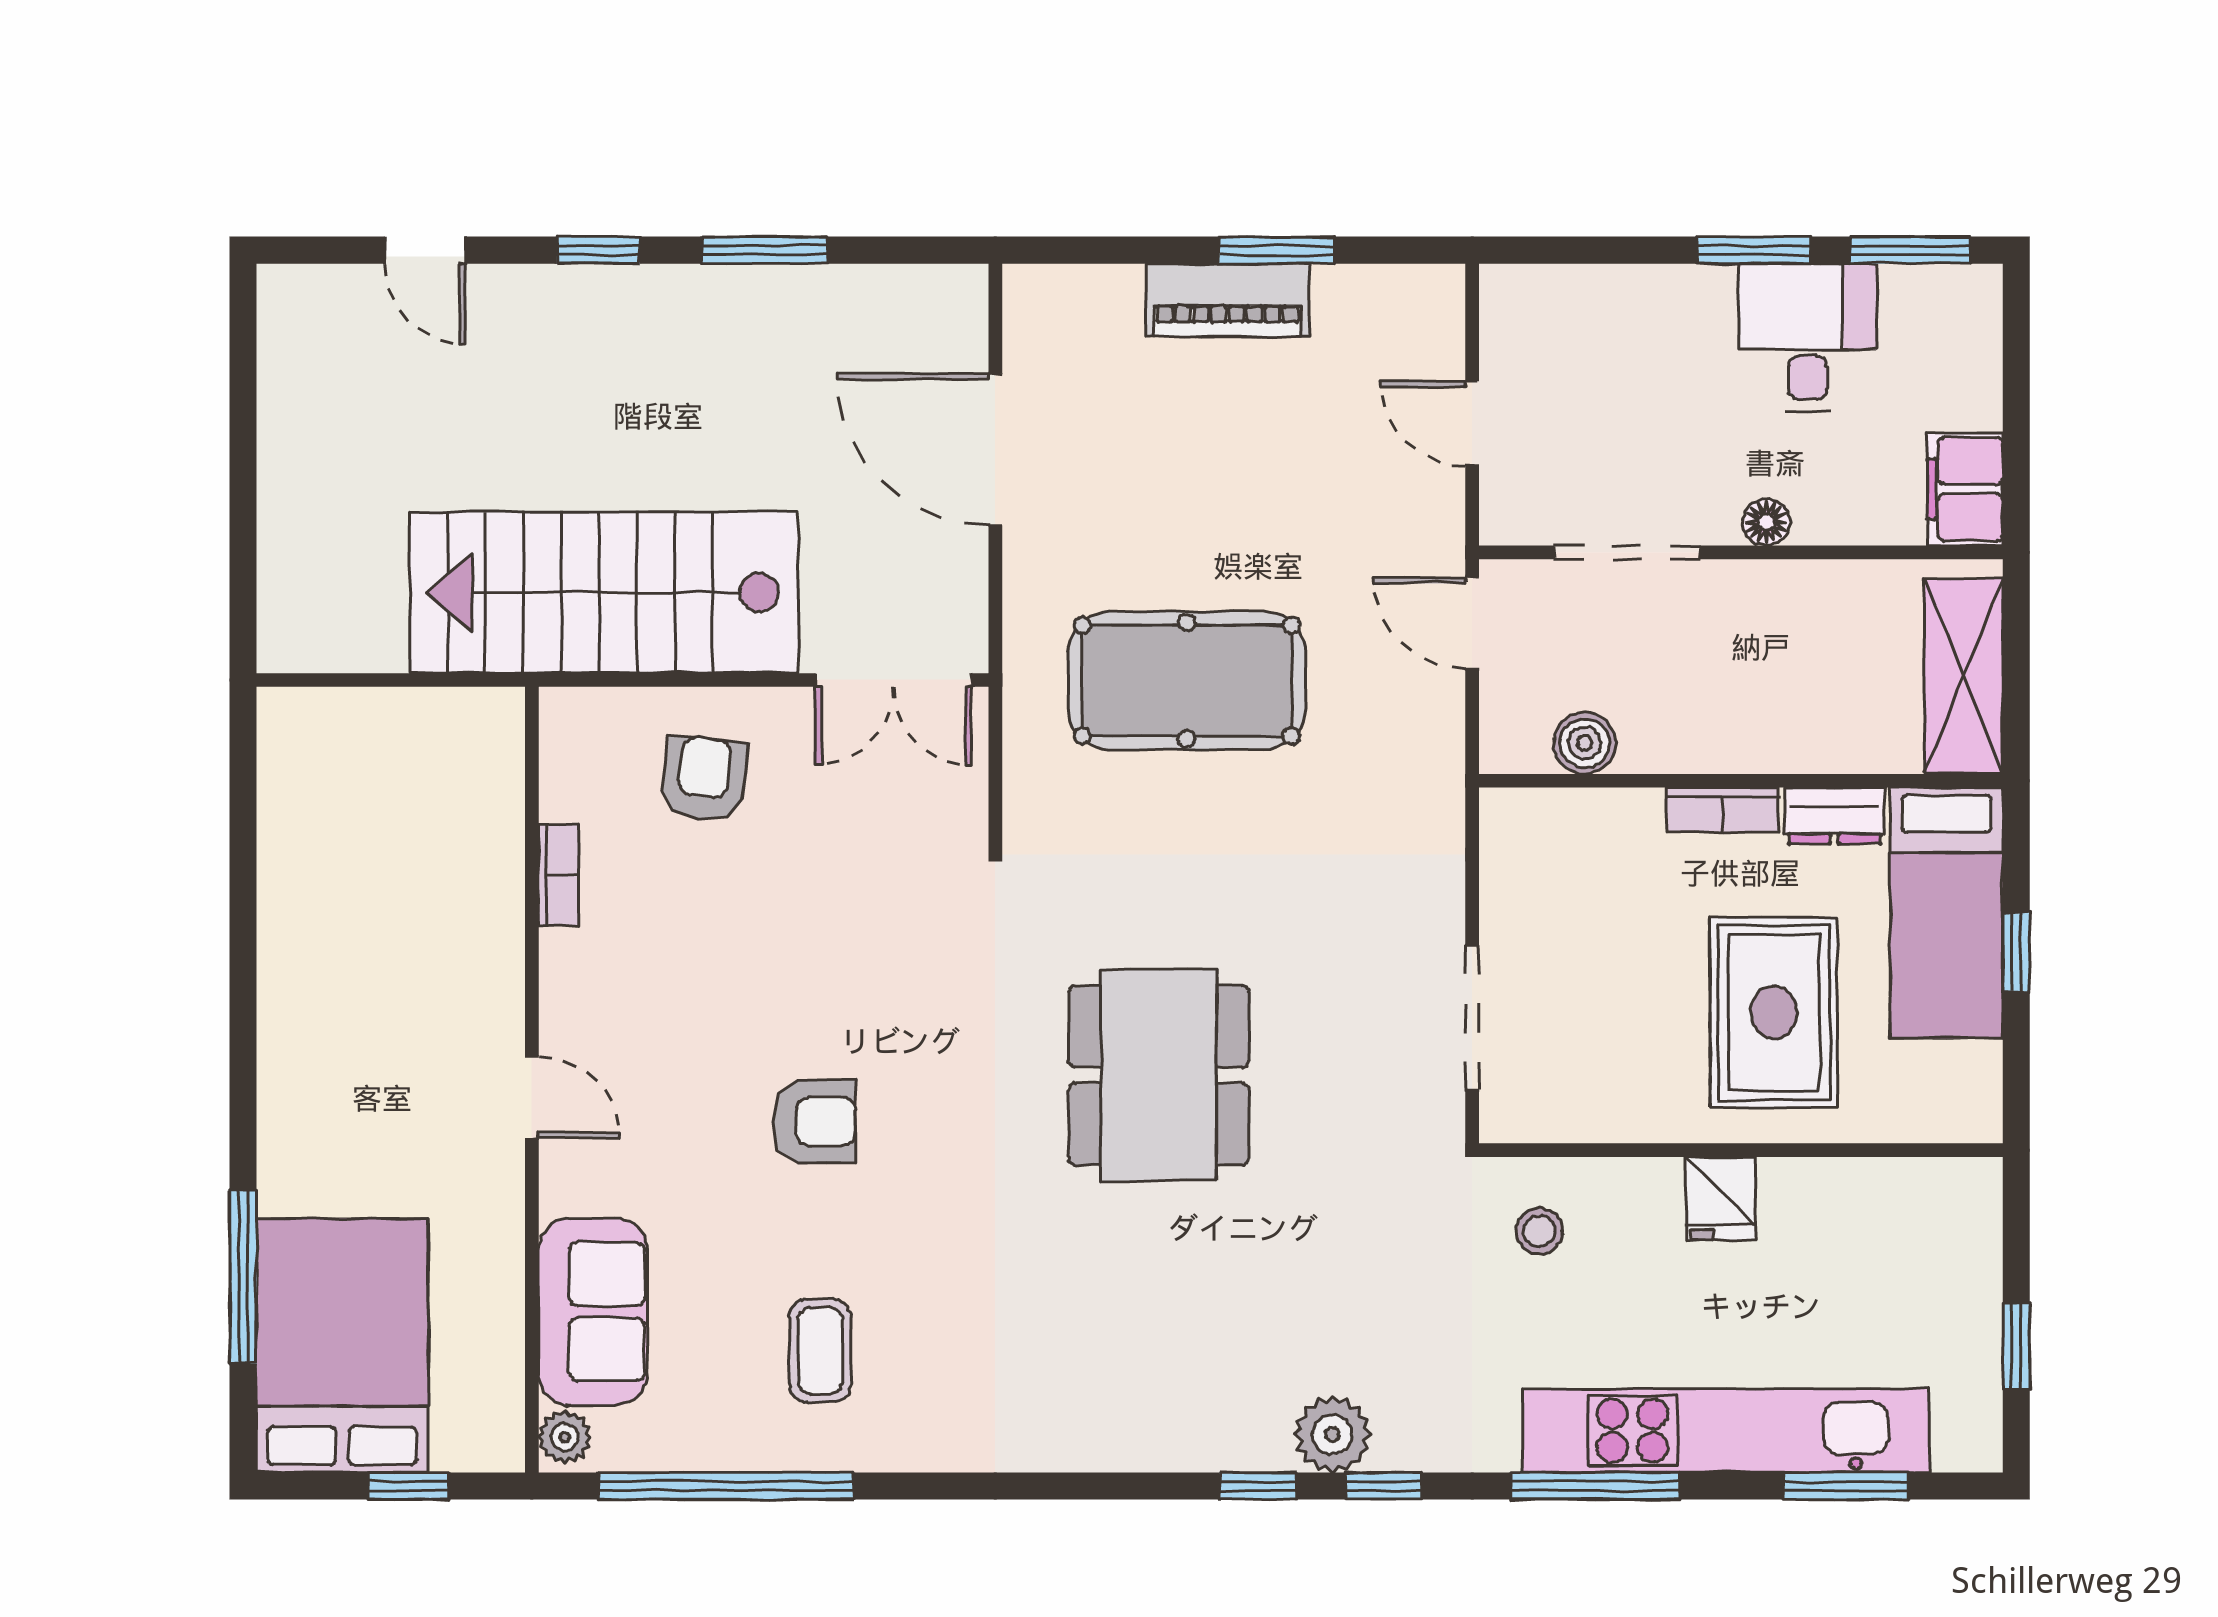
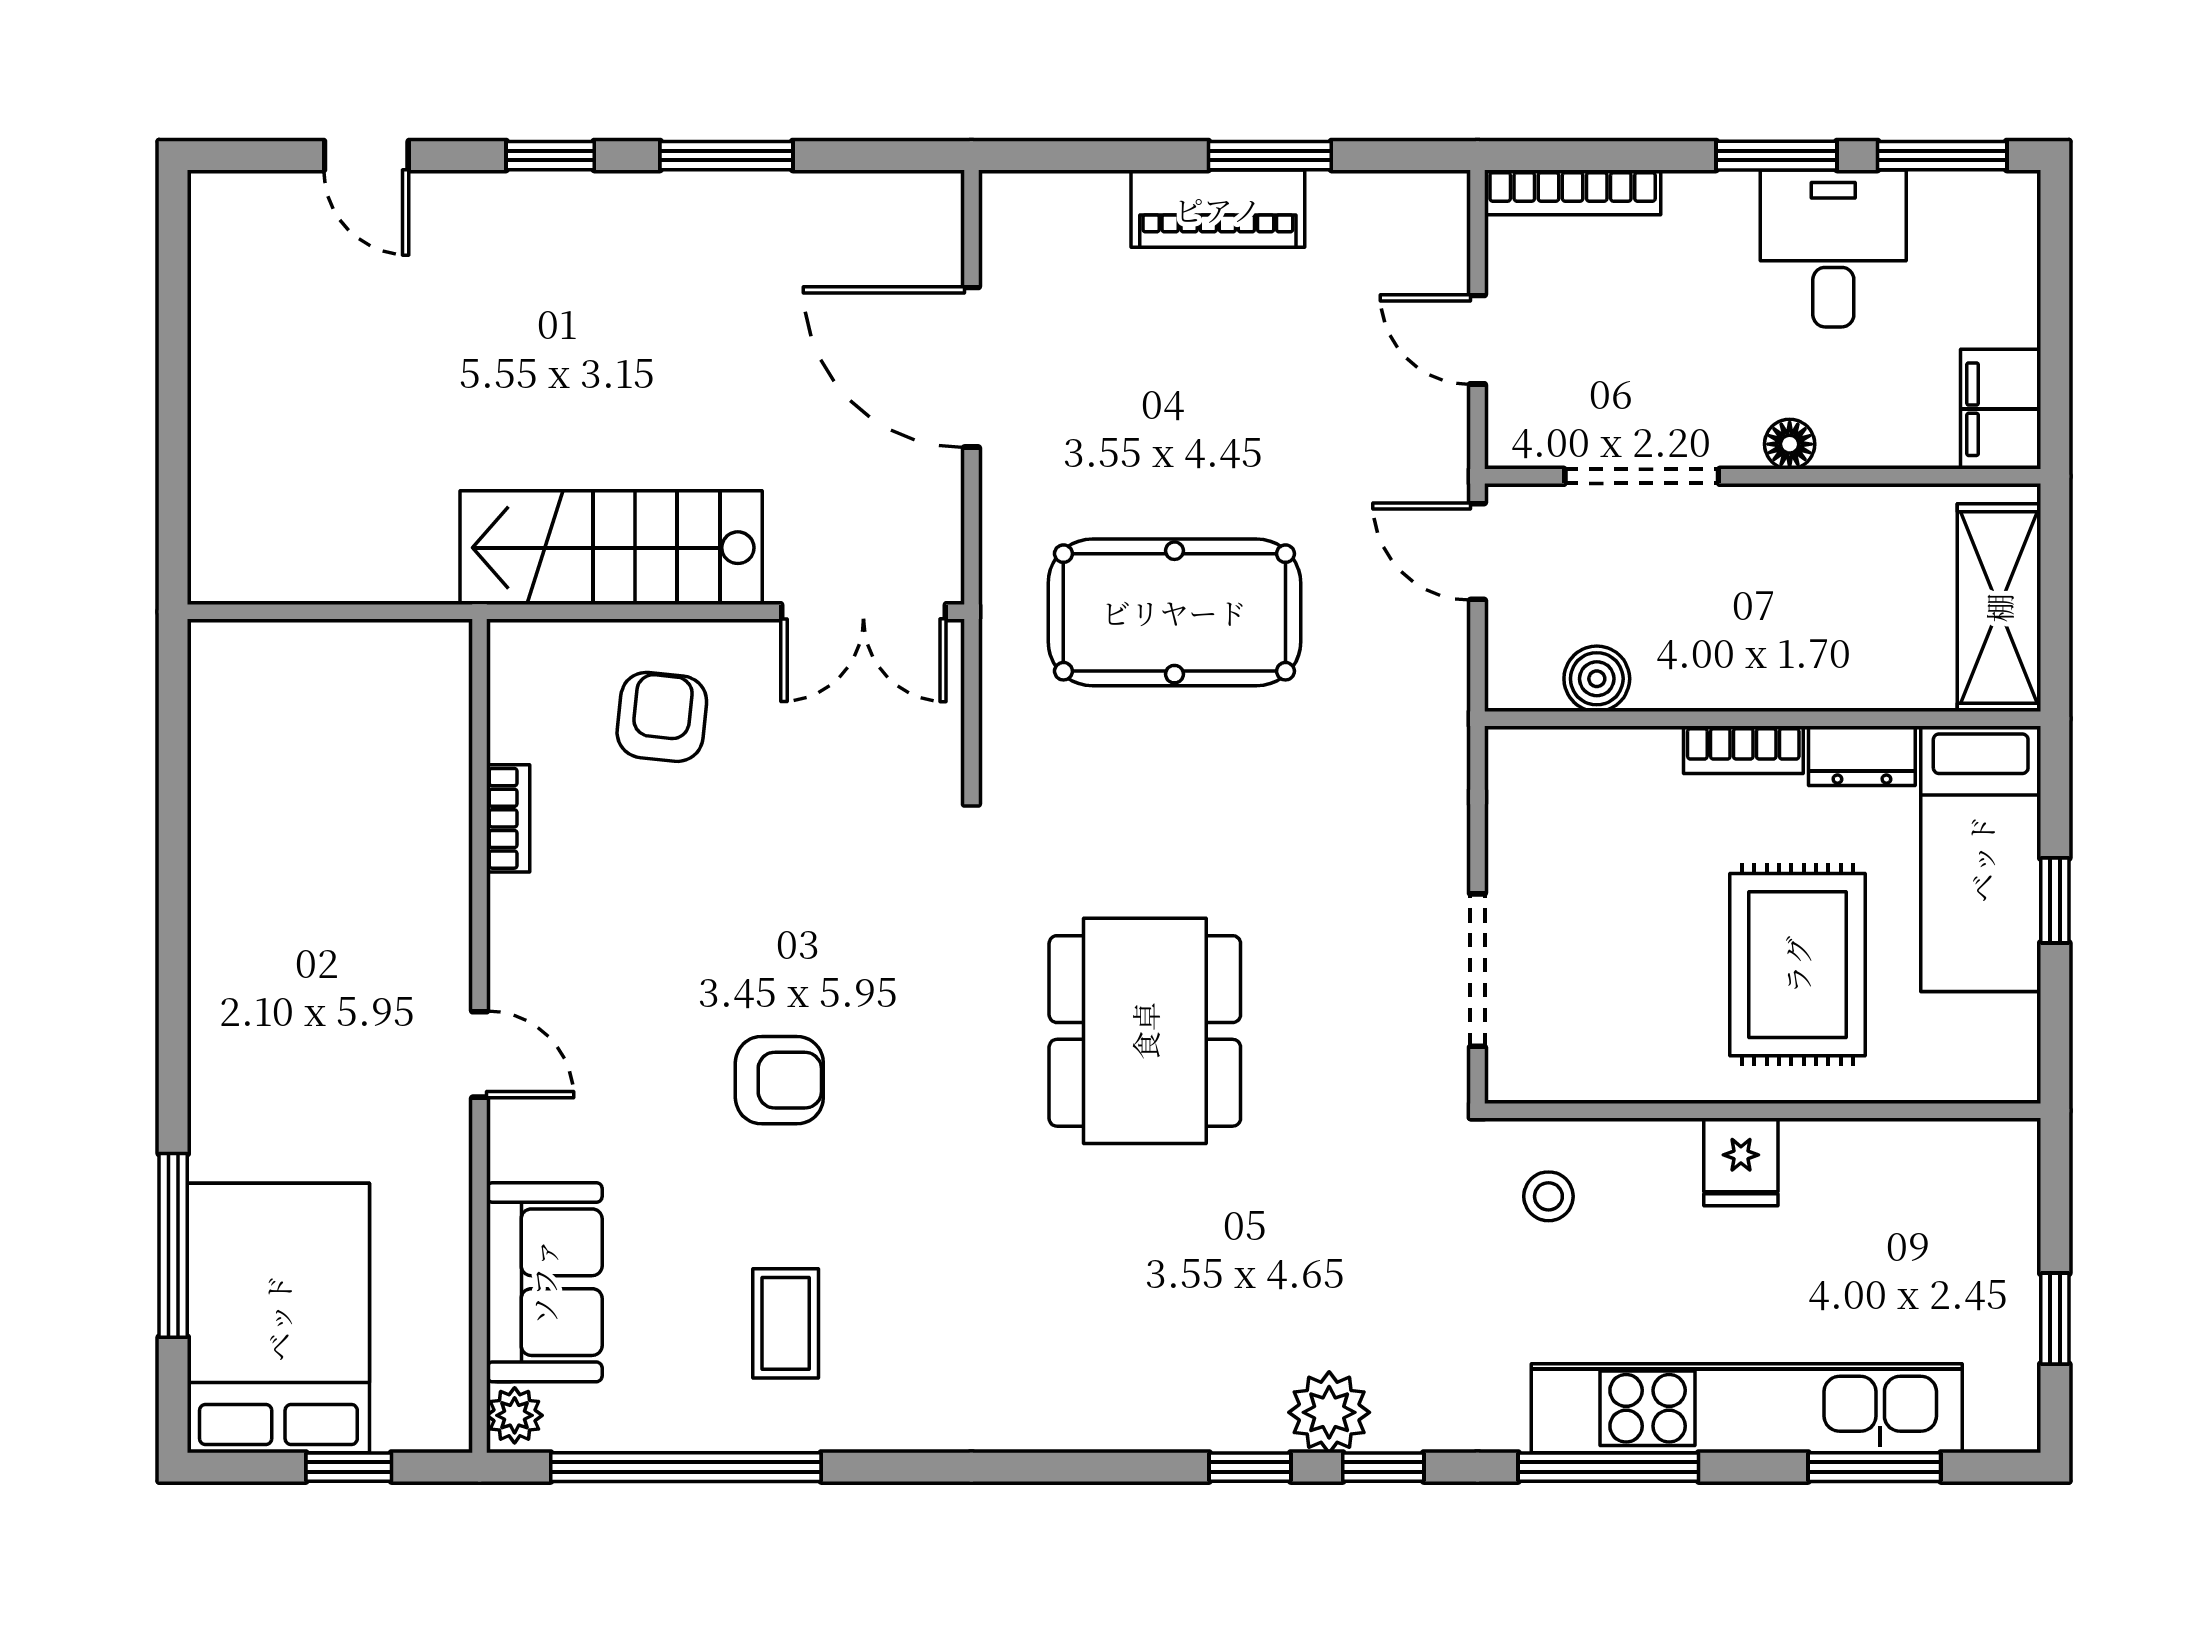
bookcase: (1562, 285) -> (1573, 192), added
stairs: (604, 592) -> (611, 548), width x0.73, depth x0.66

